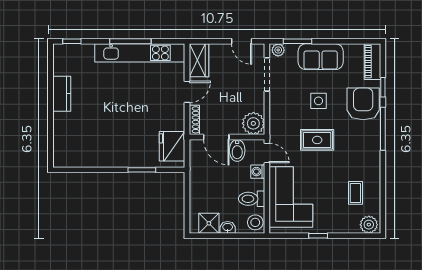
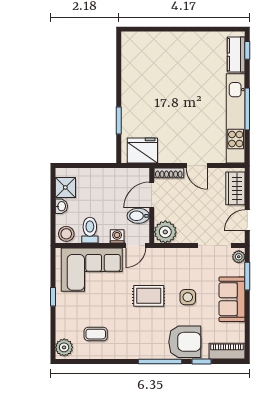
wardrobe: (199, 60) -> (235, 188), moved, turned 90
kitchen counter: (62, 94) -> (236, 55), moved, turned 90
rug: (317, 140) -> (149, 296), turned 90

